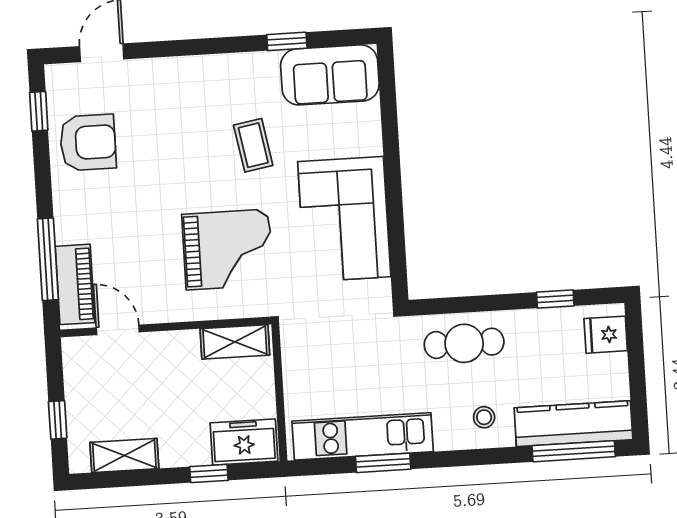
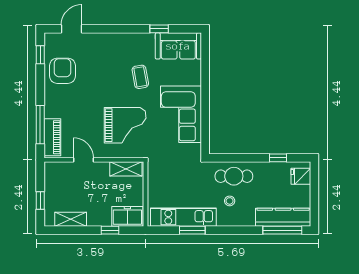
armchair: (88, 142) -> (63, 71), turned -90
door: (118, 330) -> (83, 160), moved
stool: (484, 417) -> (230, 201), moved

